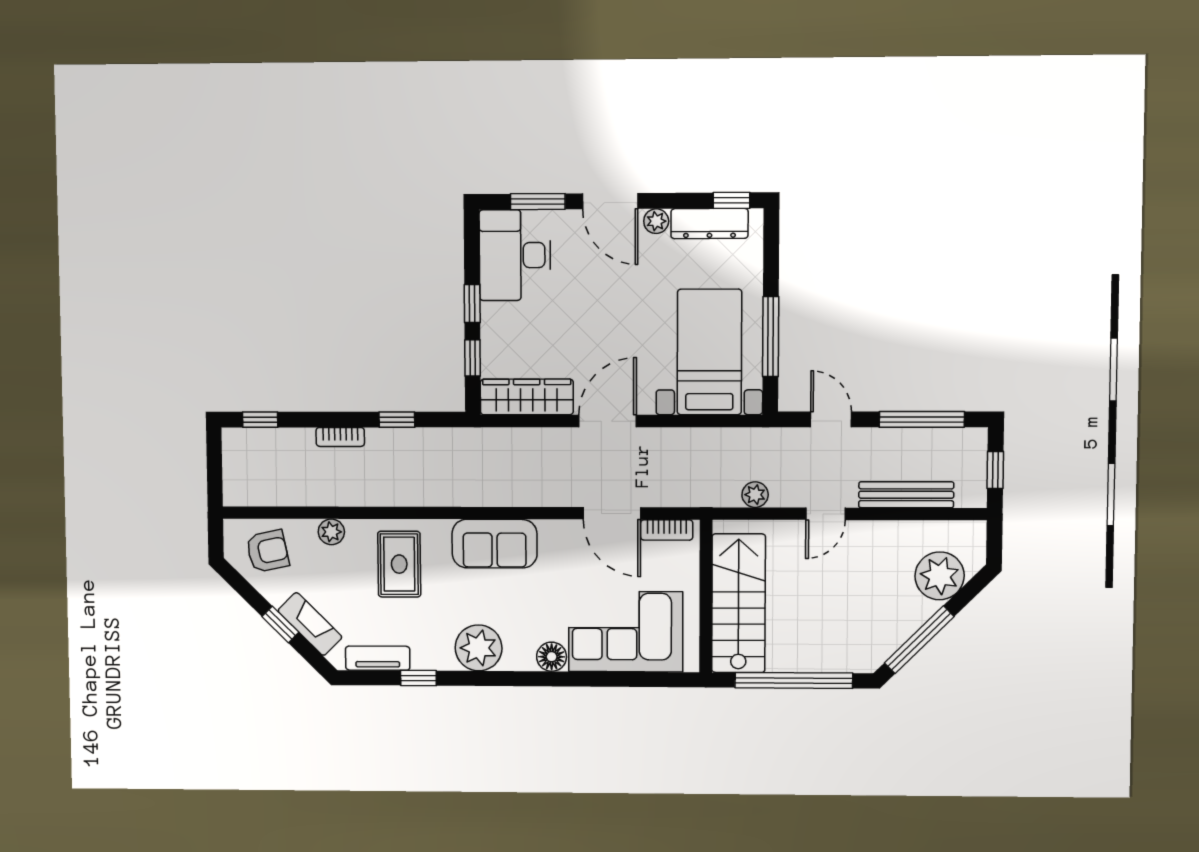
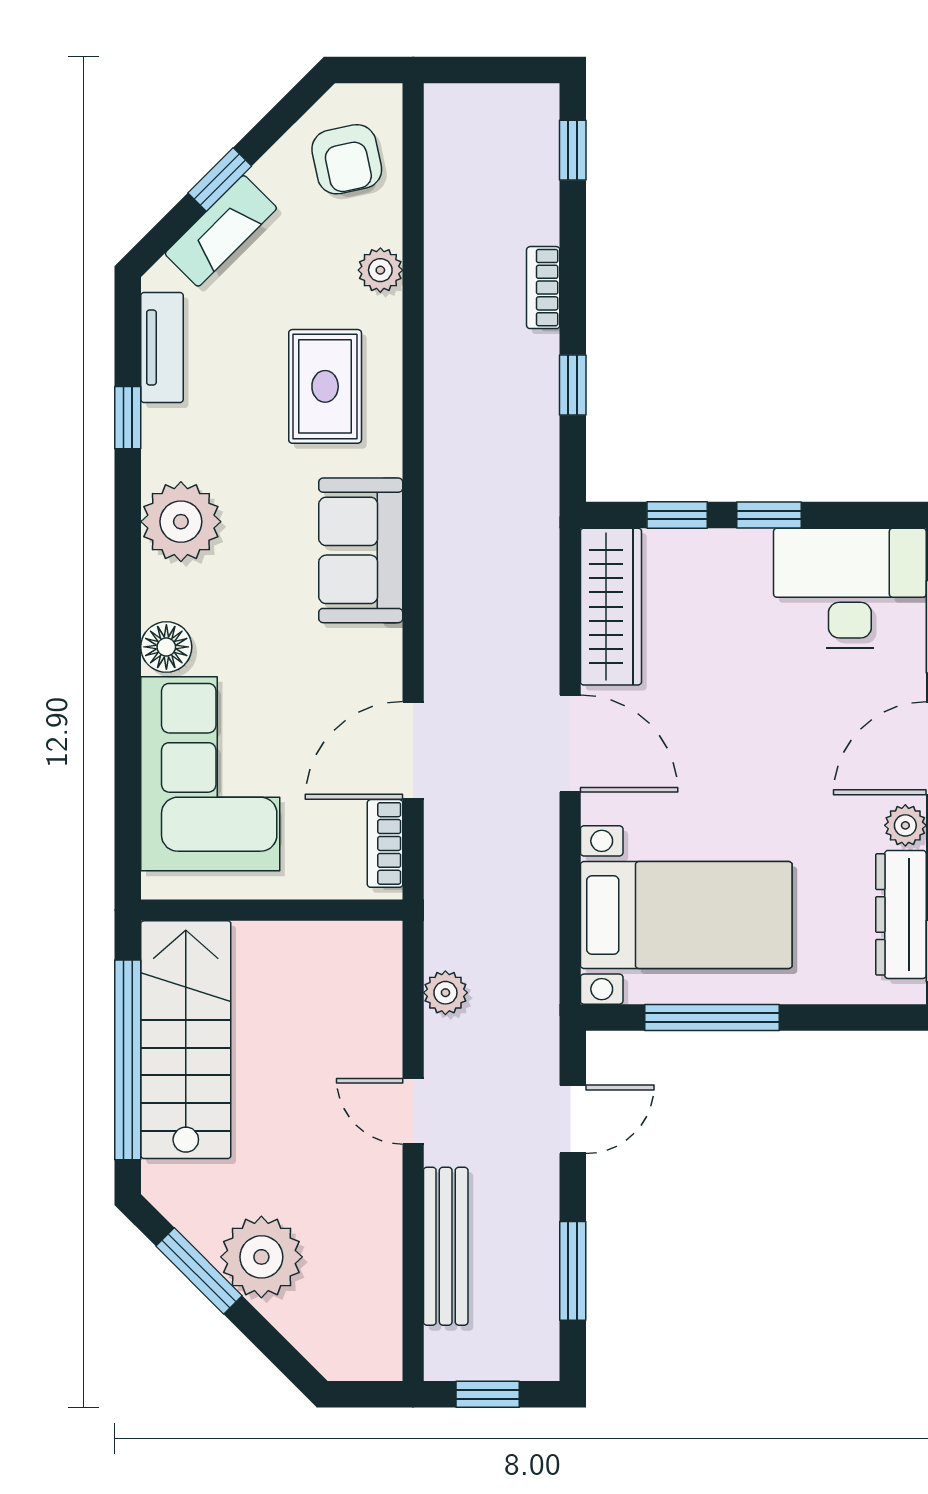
window: (922, 419) -> (573, 1271), width x0.69
rug: (399, 564) -> (325, 386), turned 90
plant: (940, 576) -> (261, 1257), moved
stairs: (738, 603) -> (186, 1040), moved, turned -90
window: (919, 640) -> (199, 1271), width x0.69

